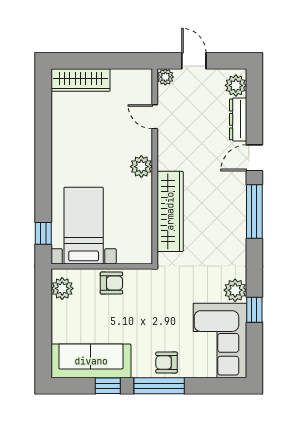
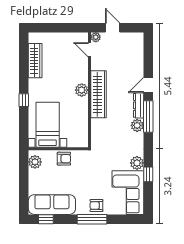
wardrobe: (81, 80) -> (35, 61), moved, turned -90
plant: (236, 85) -> (137, 125), moved
door: (155, 117) -> (89, 50), moved
dresser: (238, 119) -> (139, 105), moved
wardrobe: (170, 211) -> (99, 94), moved
window: (43, 233) -> (24, 100), moved
window: (108, 386) -> (46, 219), moved

